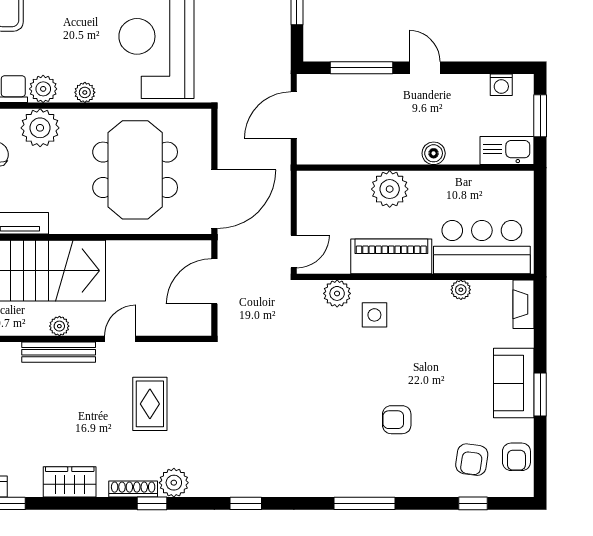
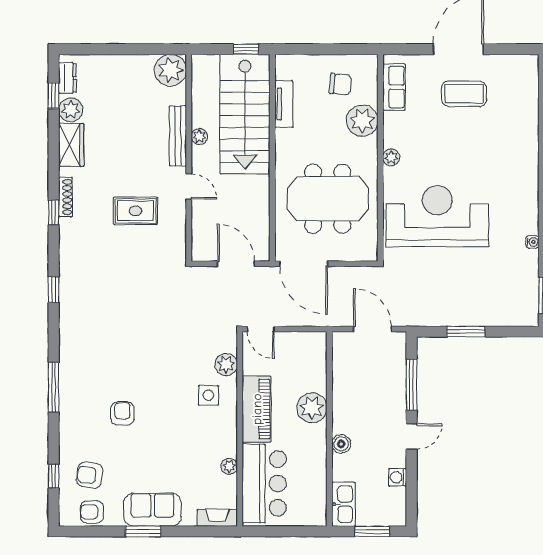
washing machine: (501, 85) -> (398, 477), moved
plant: (43, 89) -> (394, 123), removed
plant: (174, 483) -> (71, 110), moved

